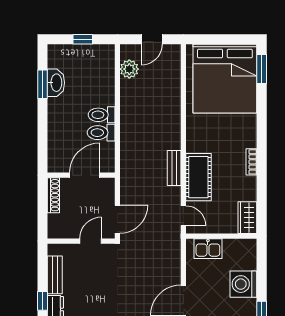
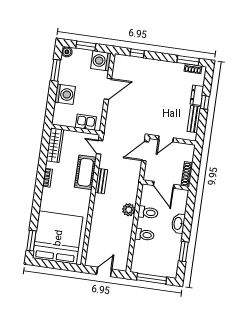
window: (83, 39) -> (152, 279), width x2.17
plant: (129, 69) -> (129, 210), moved
washbasin: (56, 83) -> (178, 223), moved
toilet: (102, 115) -> (145, 235), moved
door: (85, 175) -> (164, 185), hinge flipped
wardrobe: (247, 218) -> (55, 145), width x1.50

